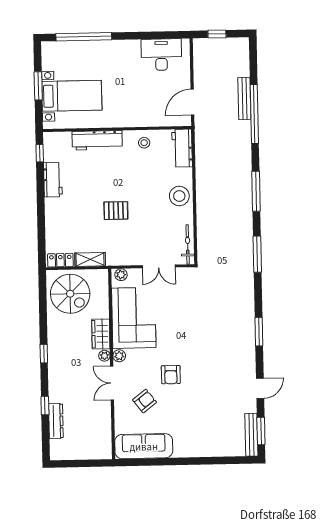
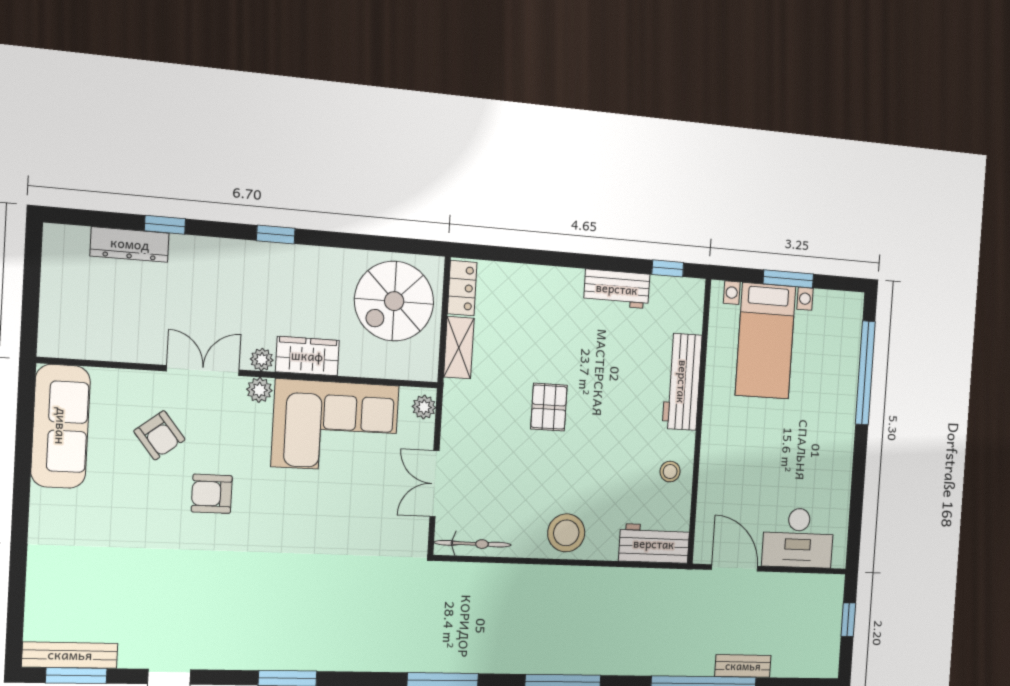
desk: (161, 55) -> (798, 538), moved, turned 90
bench: (244, 98) -> (743, 666), width x0.73

